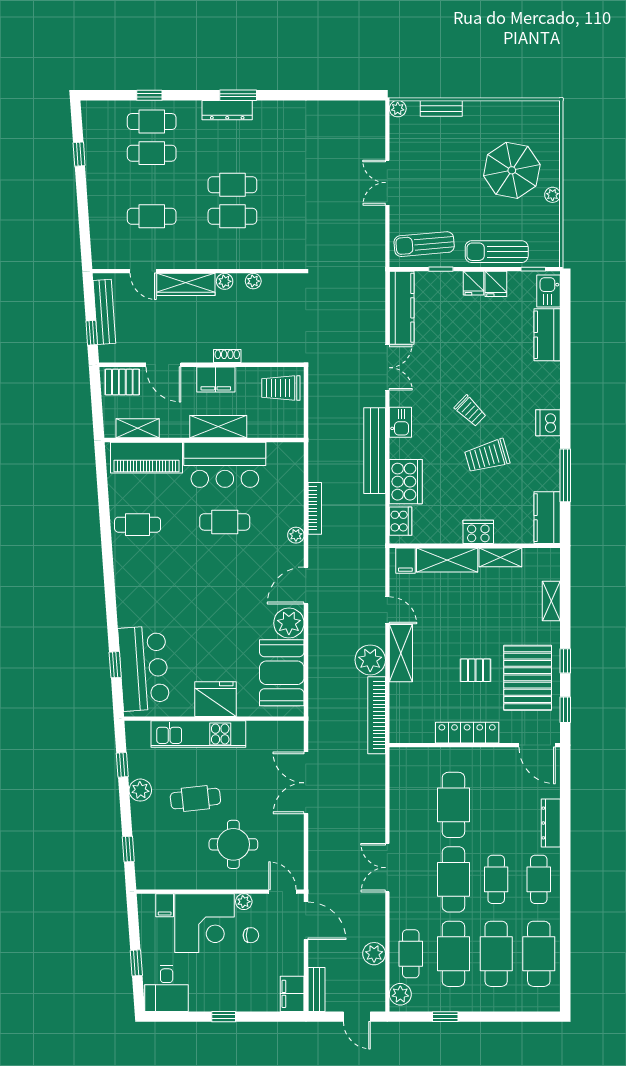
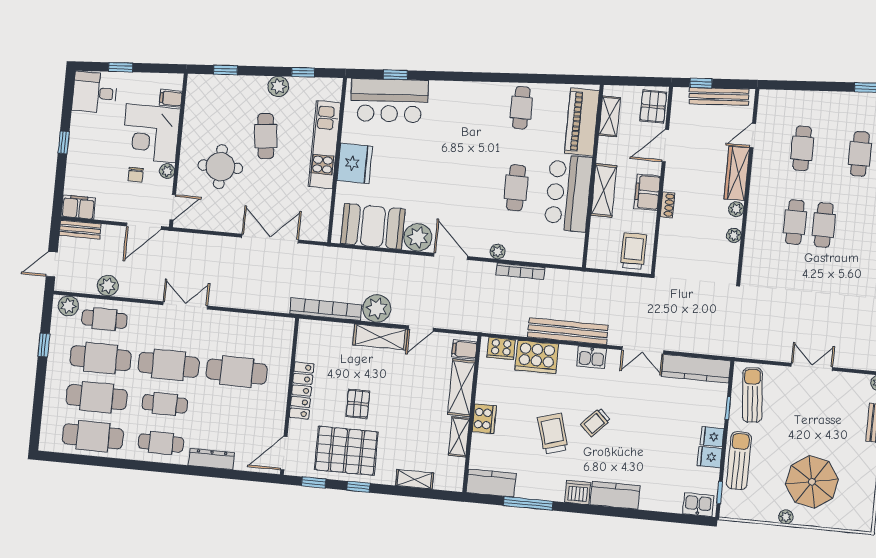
kitchen counter: (547, 335) -> (615, 495), moved

